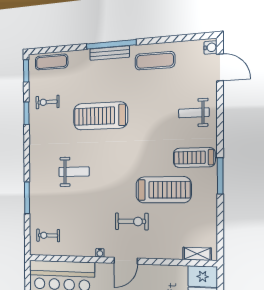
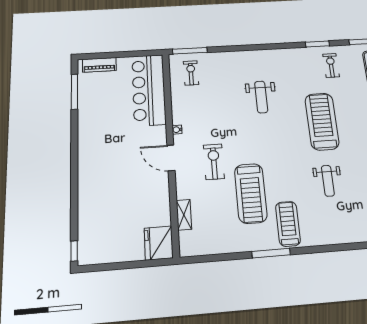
weight bench: (194, 113) -> (328, 181), moved, turned 180
window: (27, 198) -> (190, 51), moved
exercise bike: (132, 221) -> (214, 162), turned 180
shelving: (197, 254) -> (184, 215), moved

